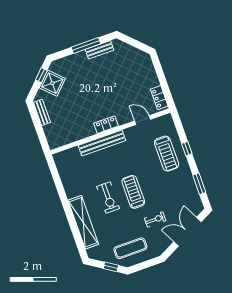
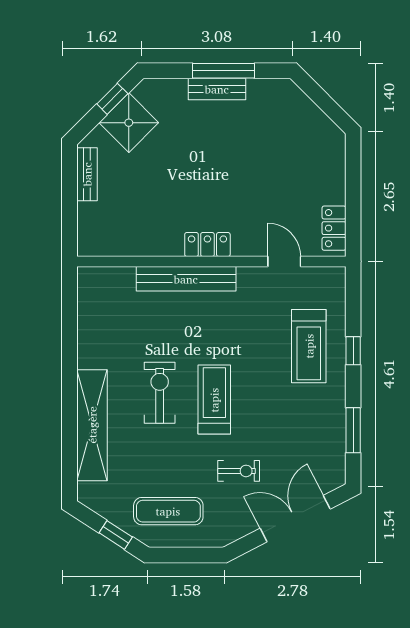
bench: (99, 50) -> (217, 89), moved
exercise bike: (108, 197) -> (160, 393), turned 180

